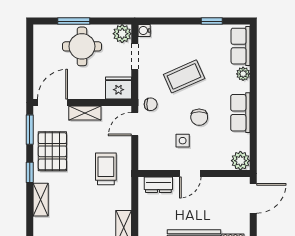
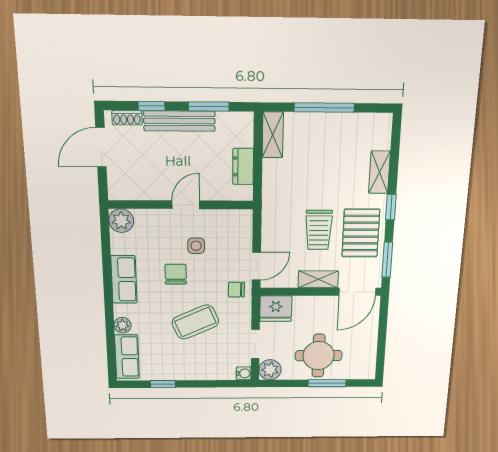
trolley: (106, 169) -> (319, 230), moved
dresser: (158, 185) -> (243, 166), moved, turned -90
door: (253, 198) -> (101, 147), moved

